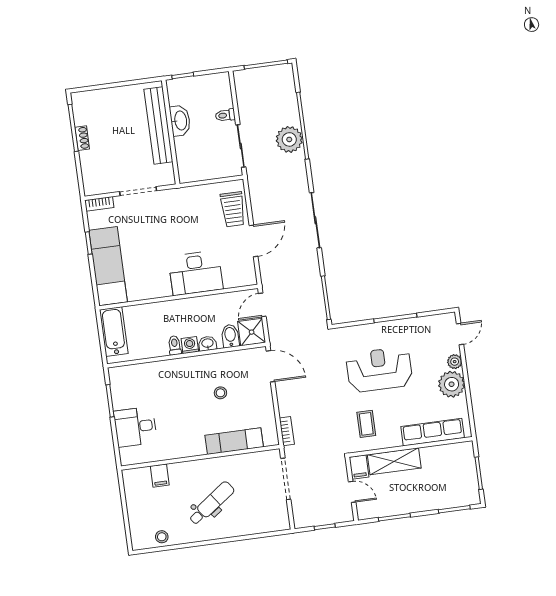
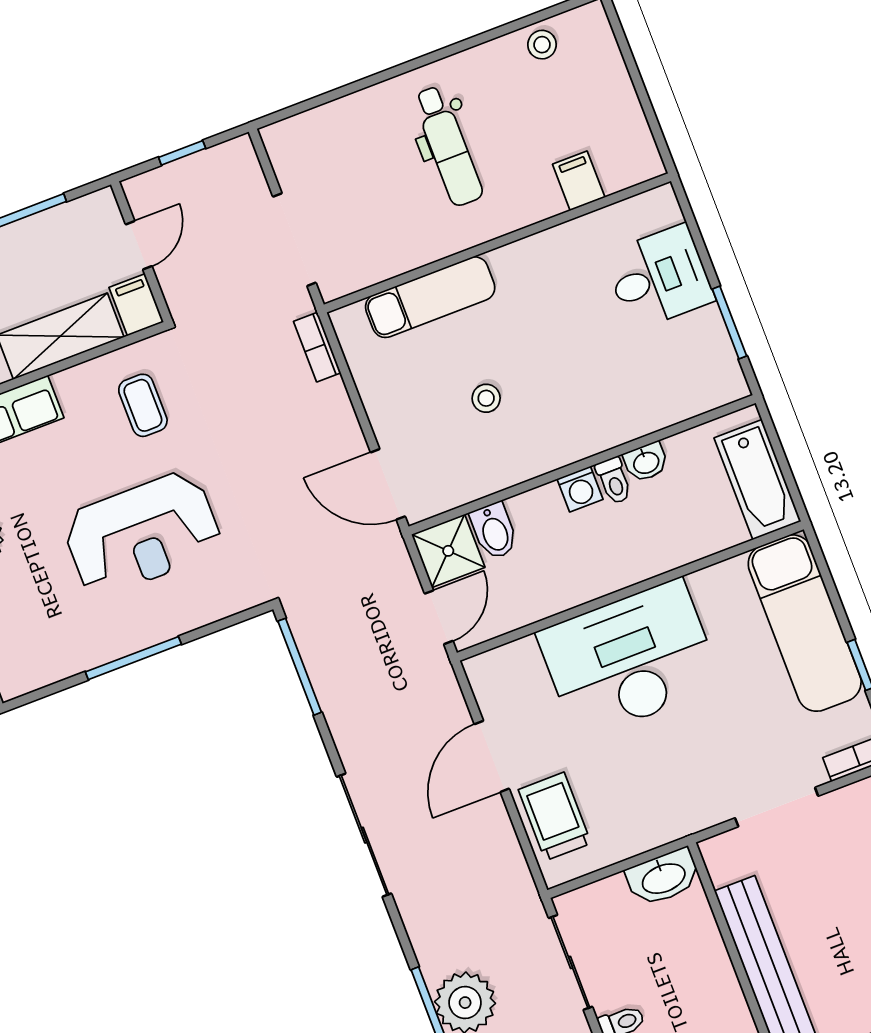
washbasin: (180, 121) -> (663, 877), moved, turned -90
desk: (196, 273) -> (629, 659), width x1.36, depth x1.30
washbasin: (208, 343) -> (646, 462), moved
door: (352, 492) -> (139, 245), swing flipped
dental chair: (212, 503) -> (448, 146), turned -54

